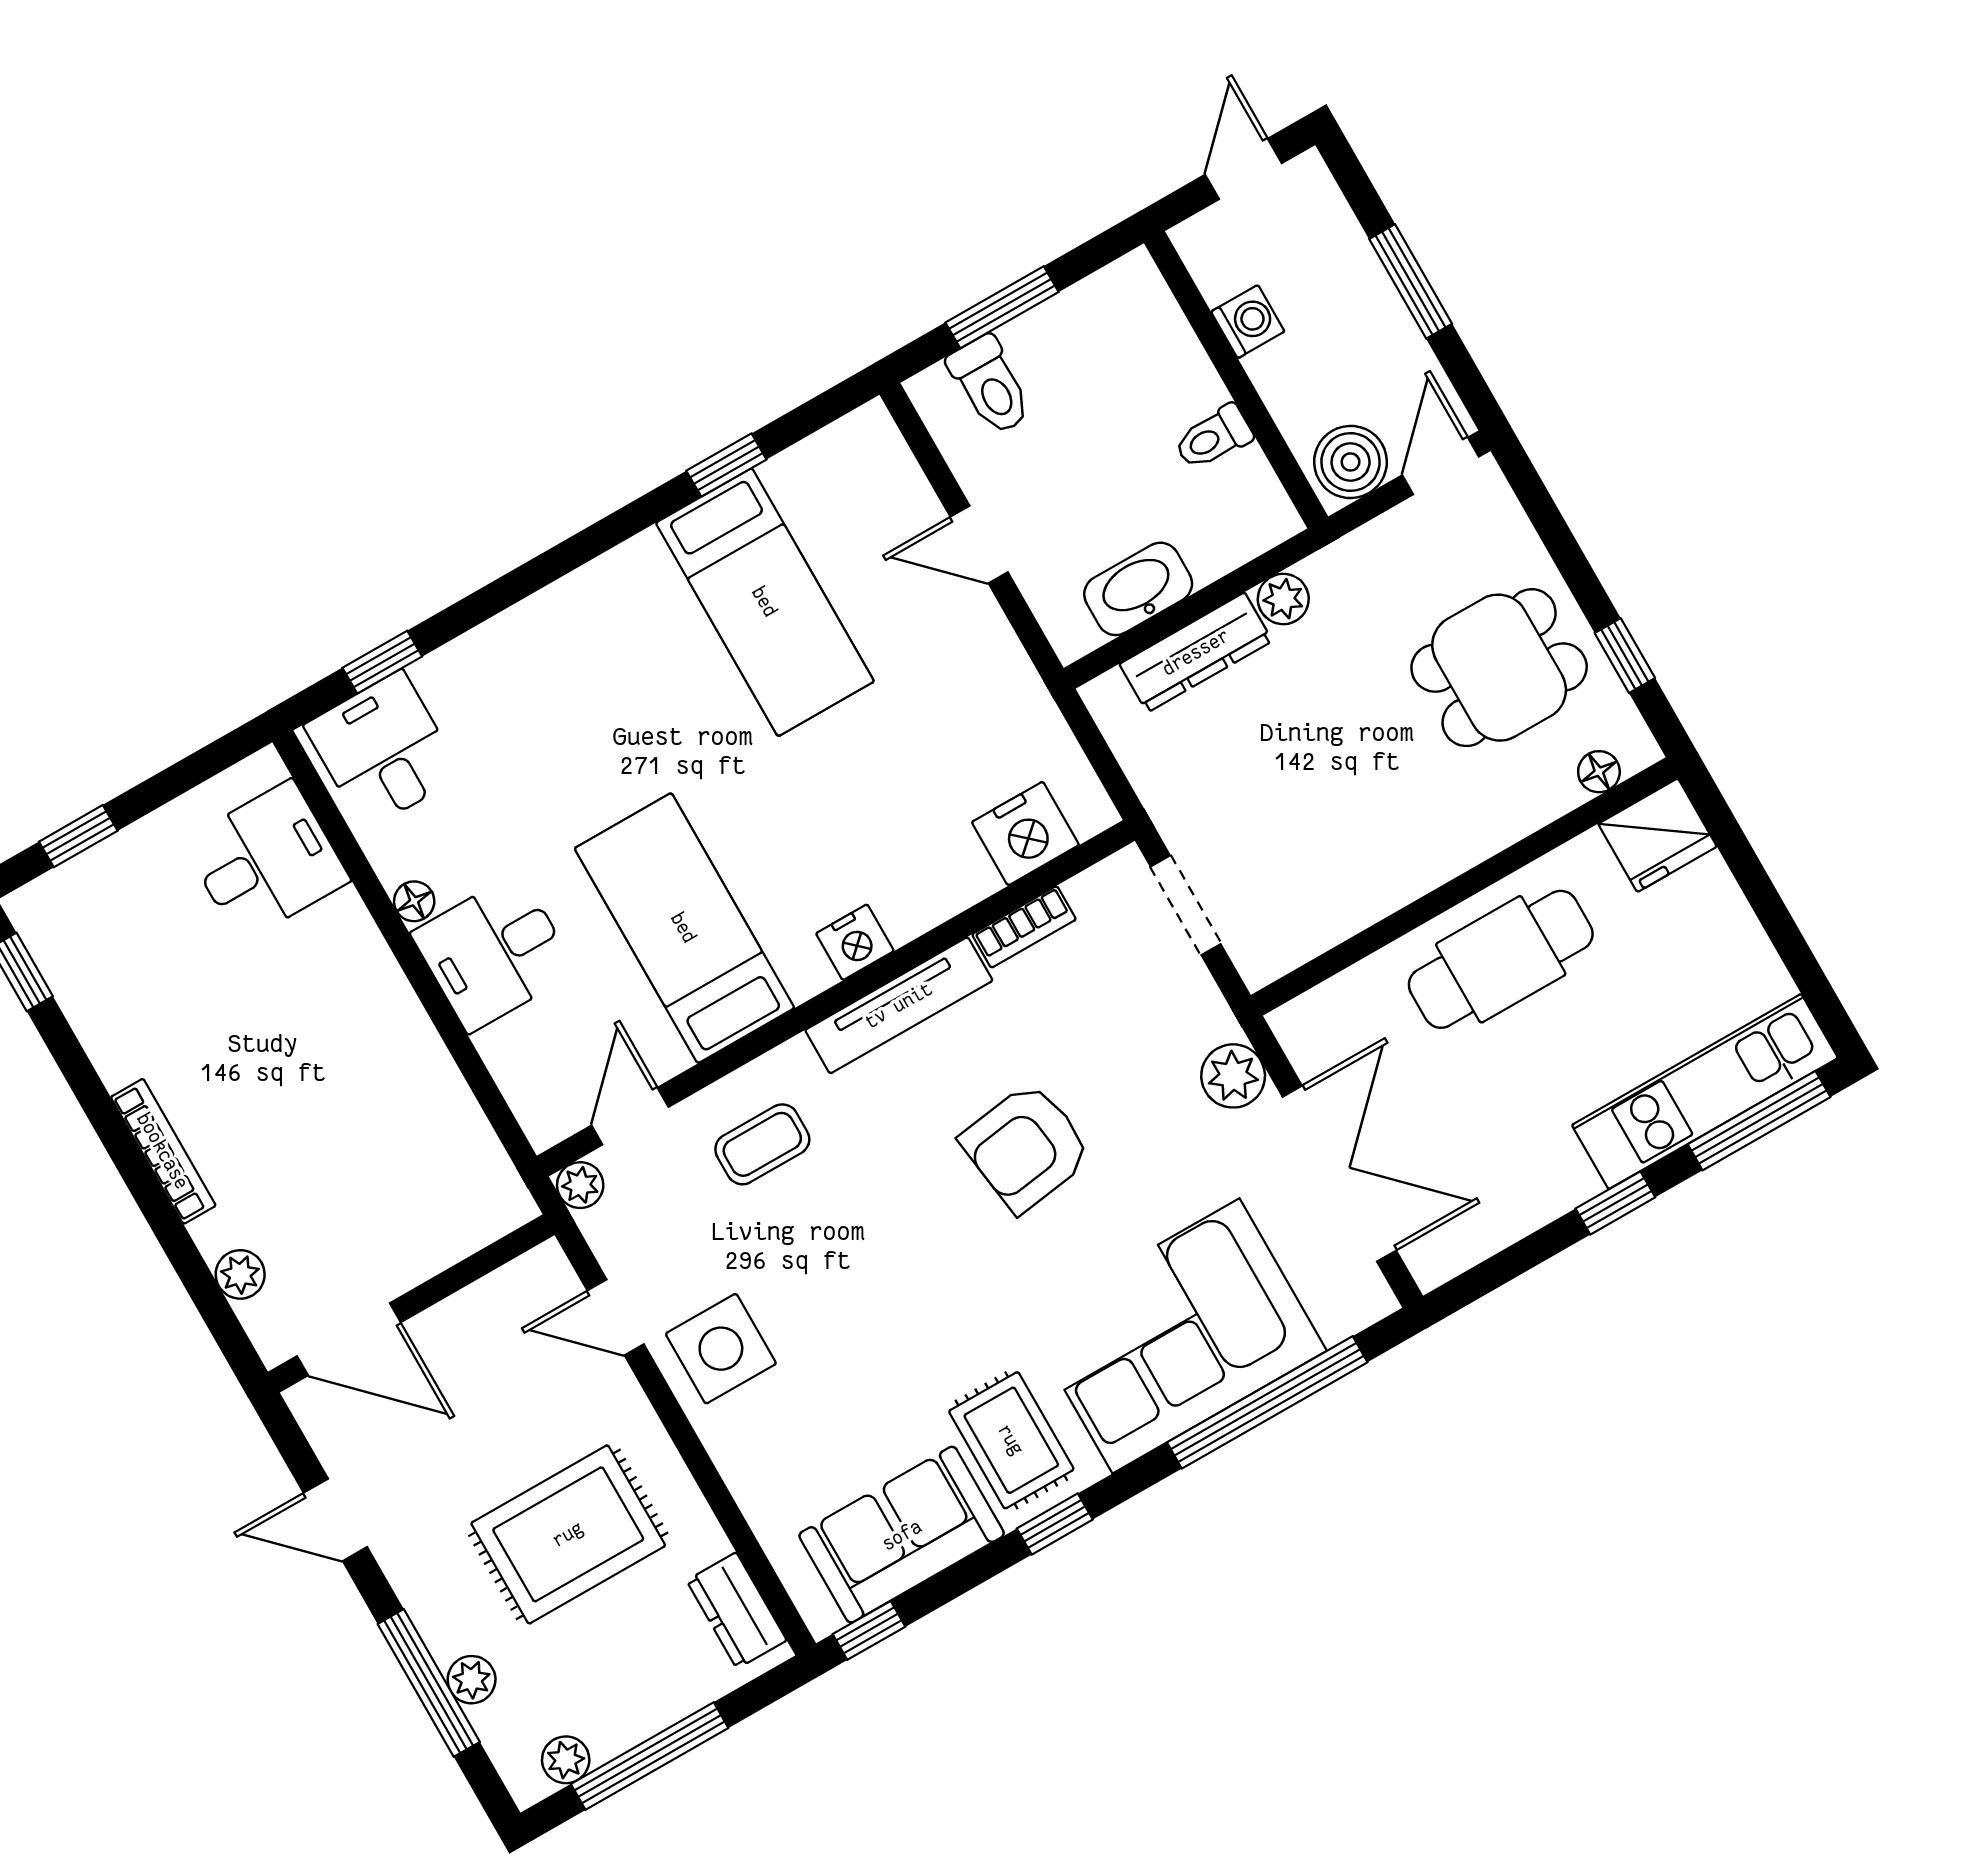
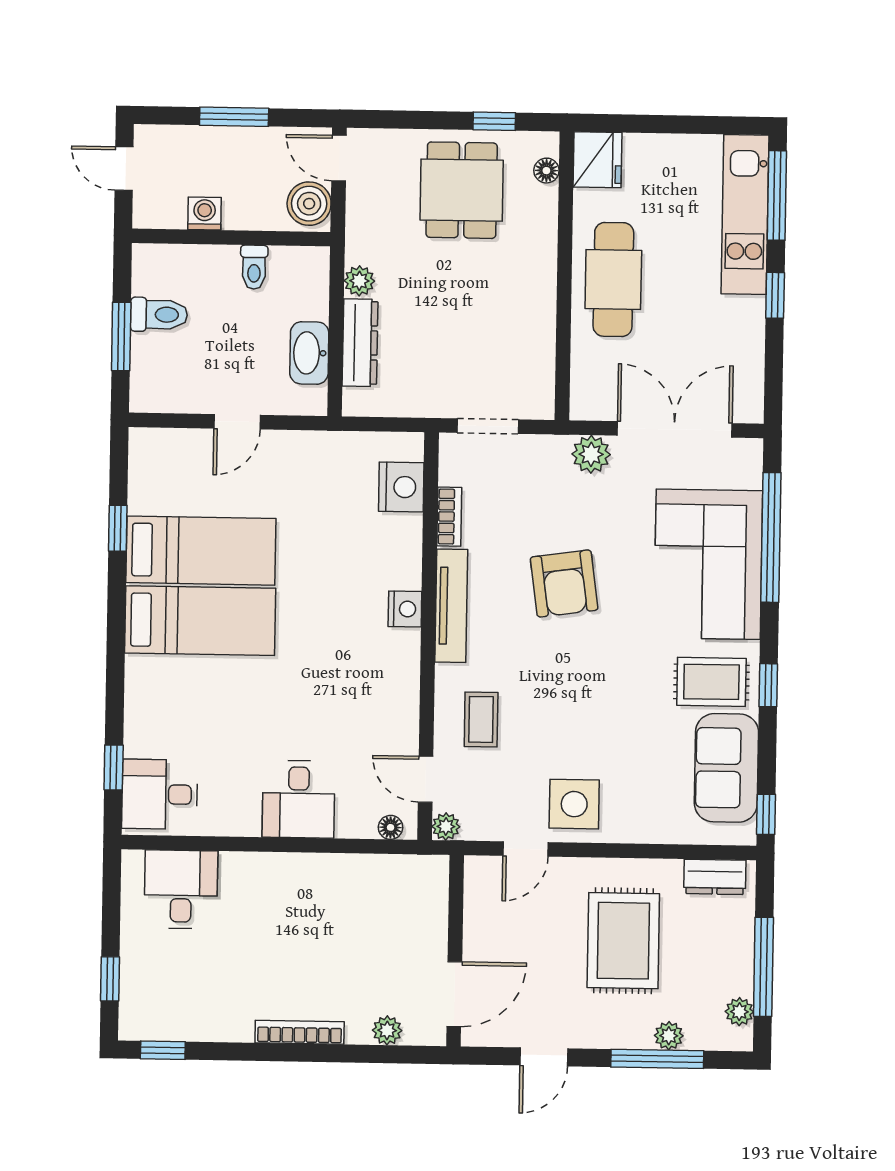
toilet: (990, 385) -> (159, 315), moved
floor lamp: (414, 901) -> (391, 827), moved
bed: (684, 928) -> (200, 621), moved, turned 180

